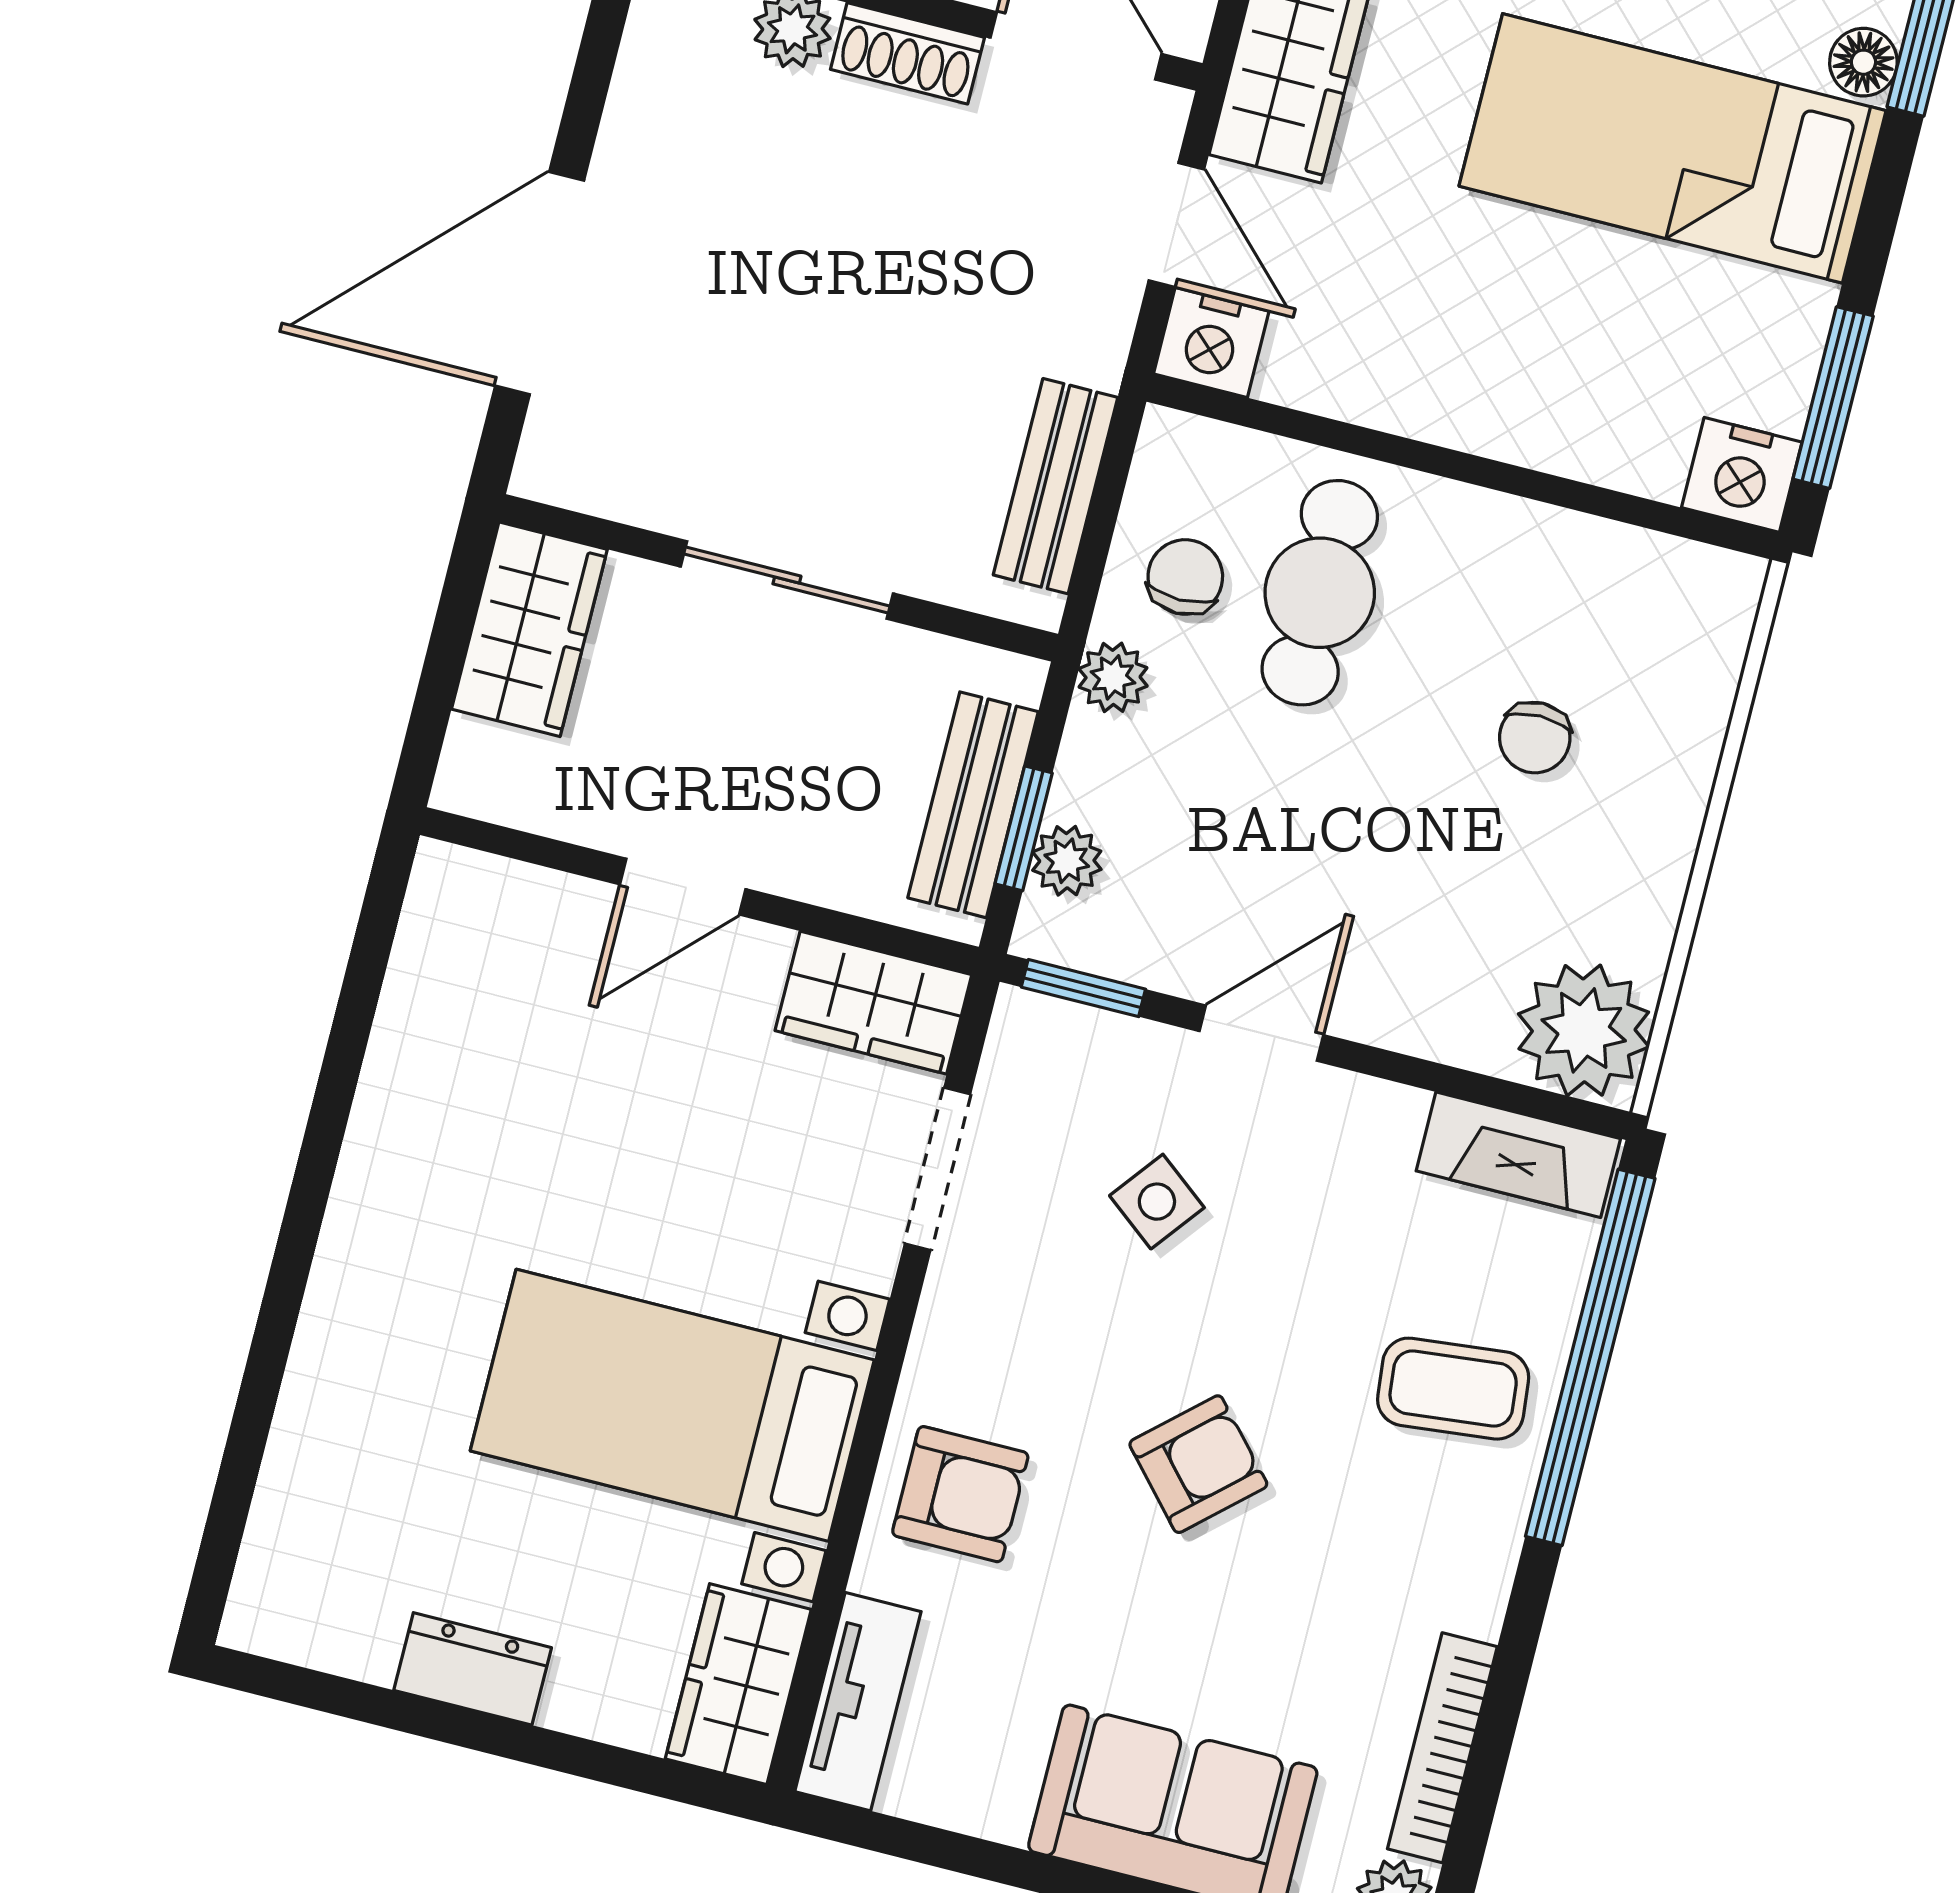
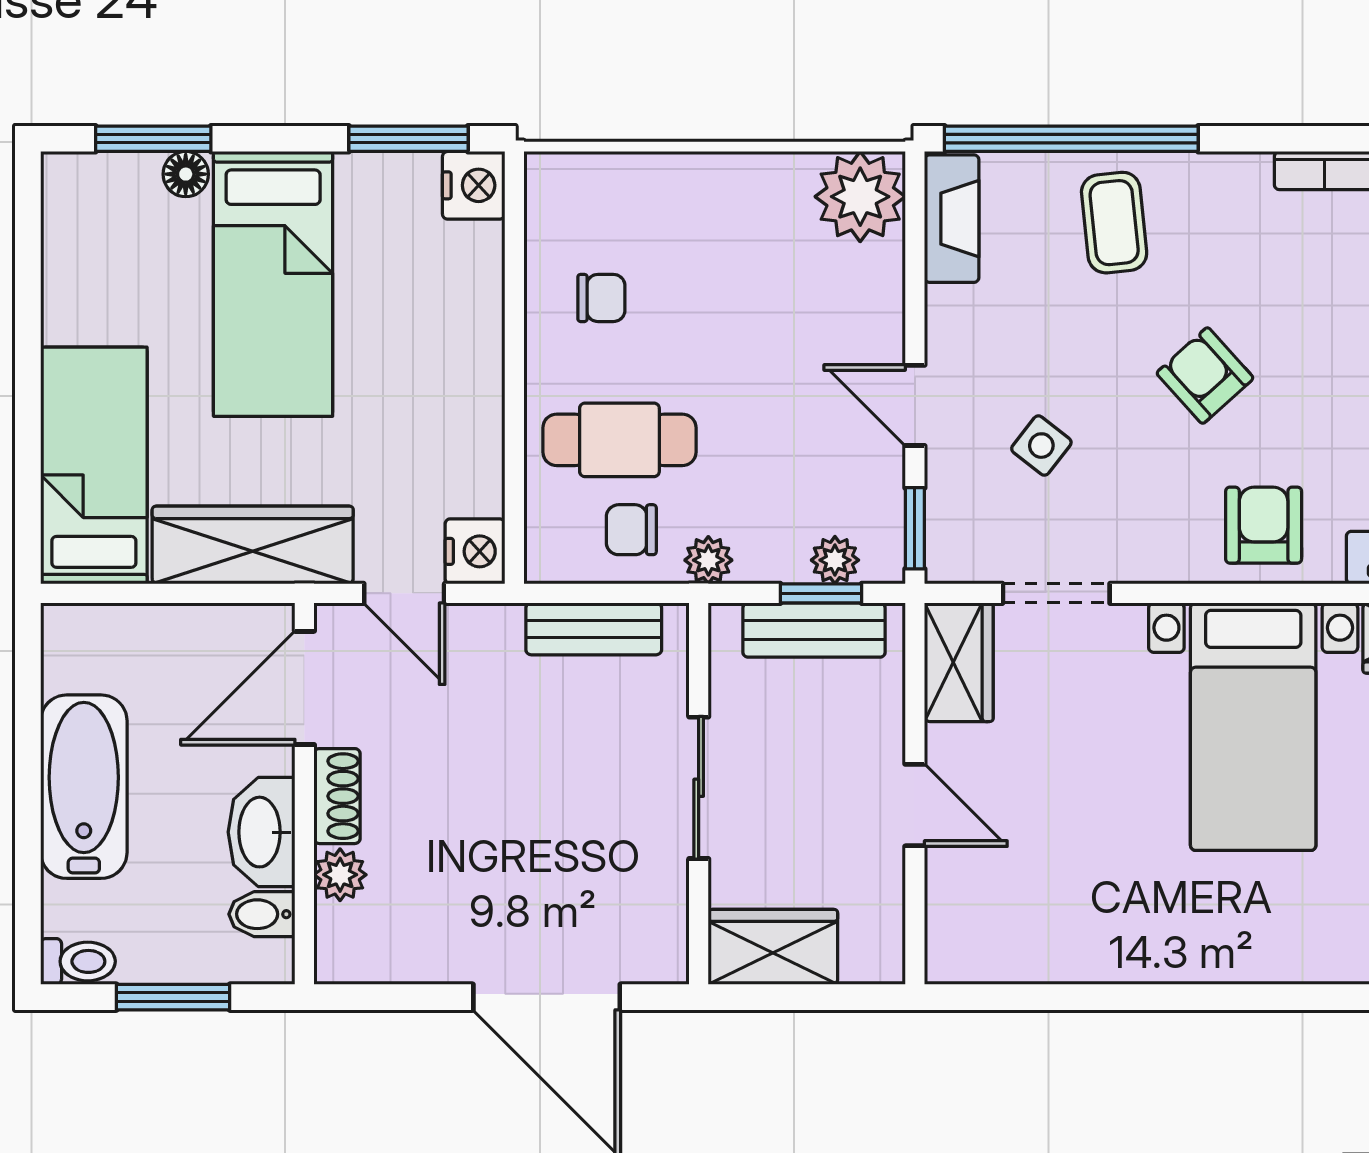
door: (1176, 225) -> (404, 593), swing flipped
chair: (1535, 738) -> (601, 298), moved

